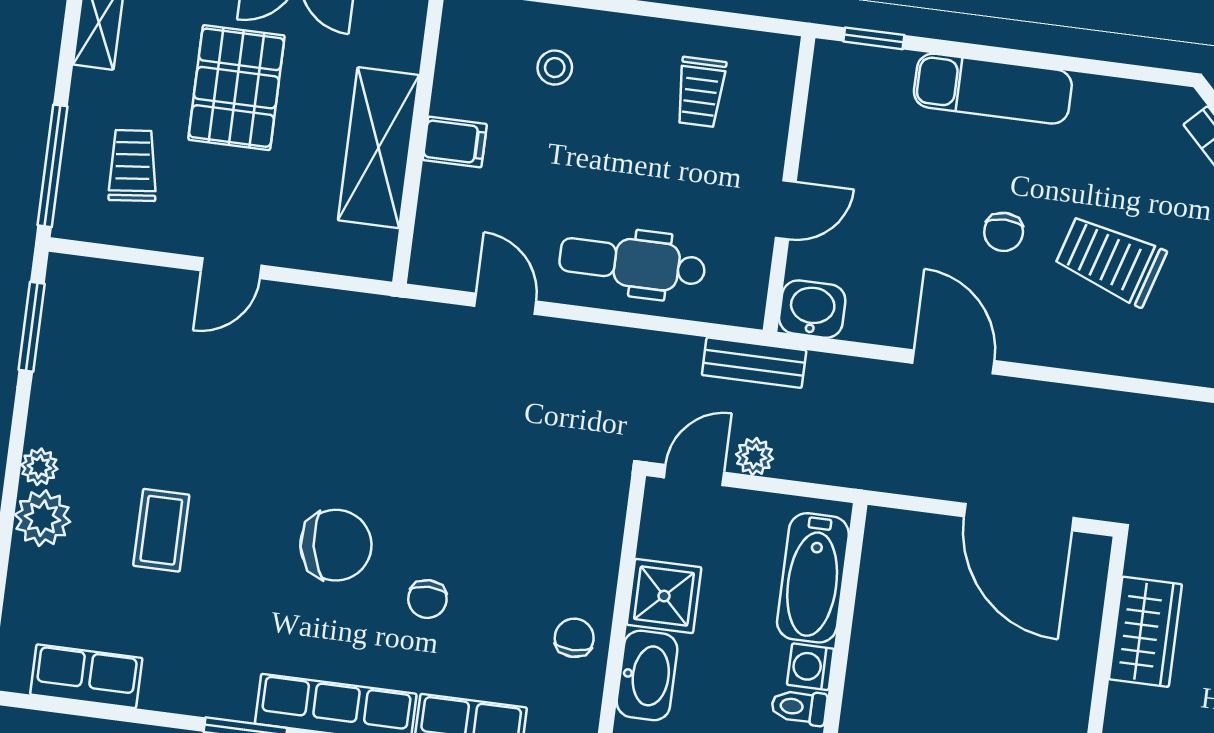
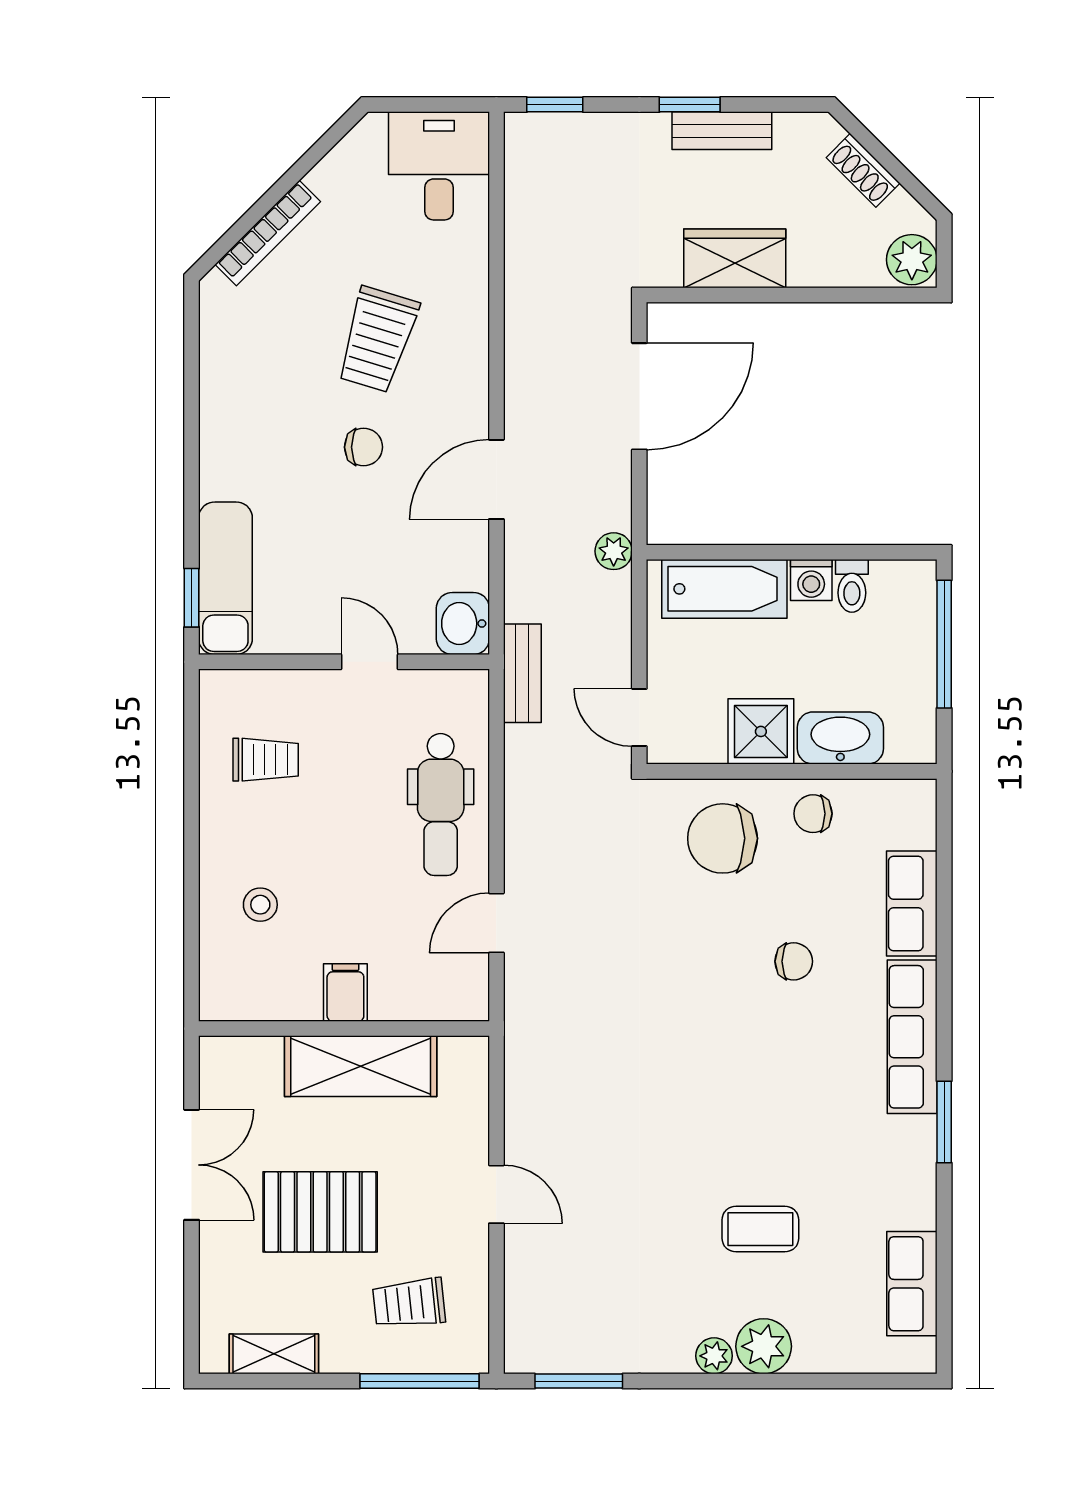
exam couch: (993, 89) -> (225, 578), moved
plant: (754, 457) -> (614, 551), moved
chair: (336, 545) -> (723, 838), moved, turned -80

